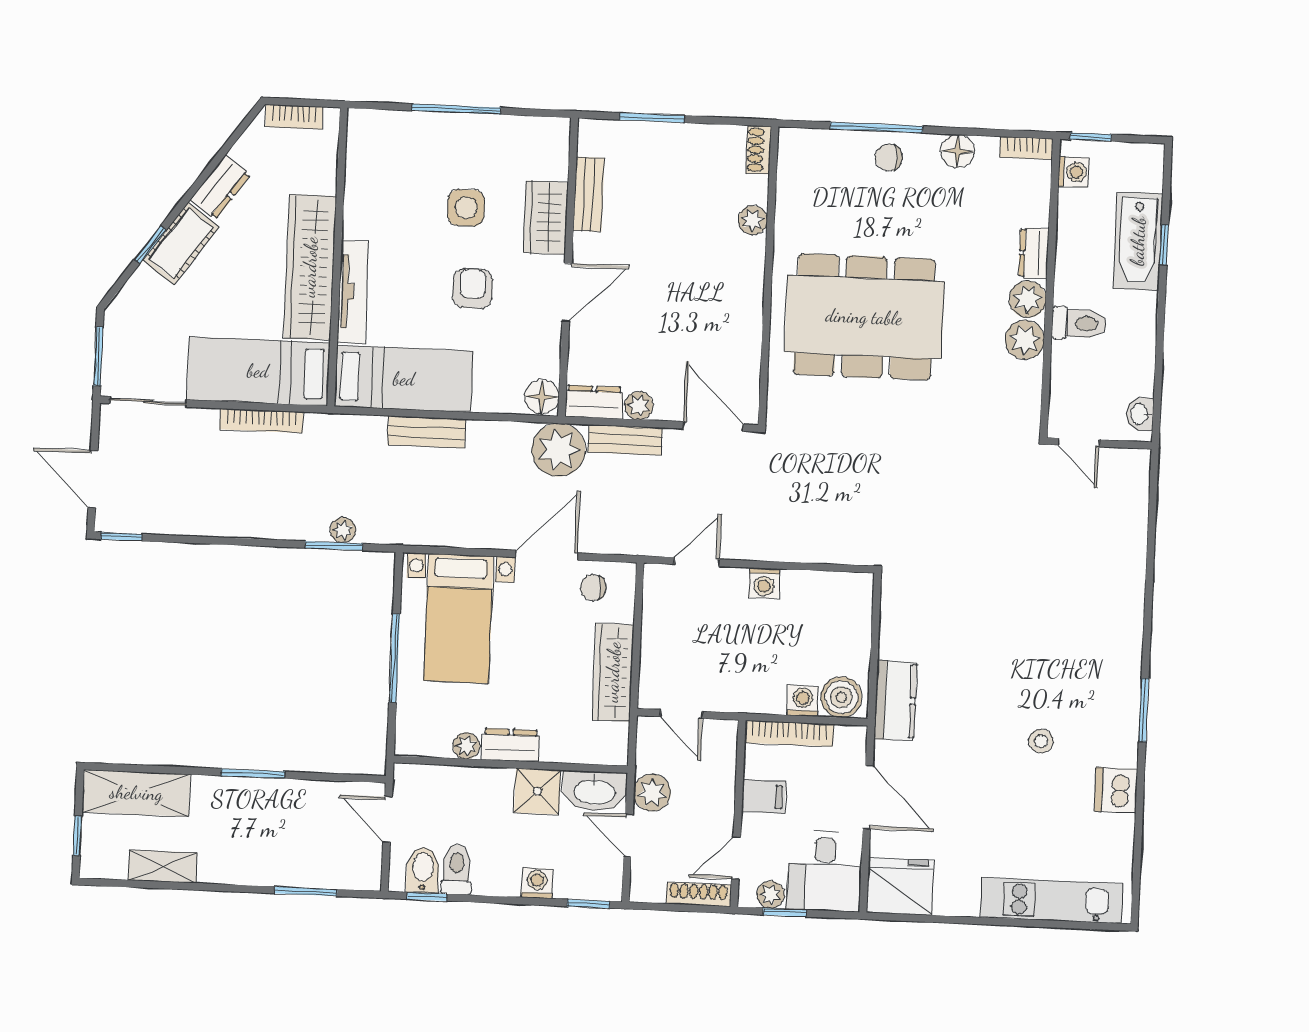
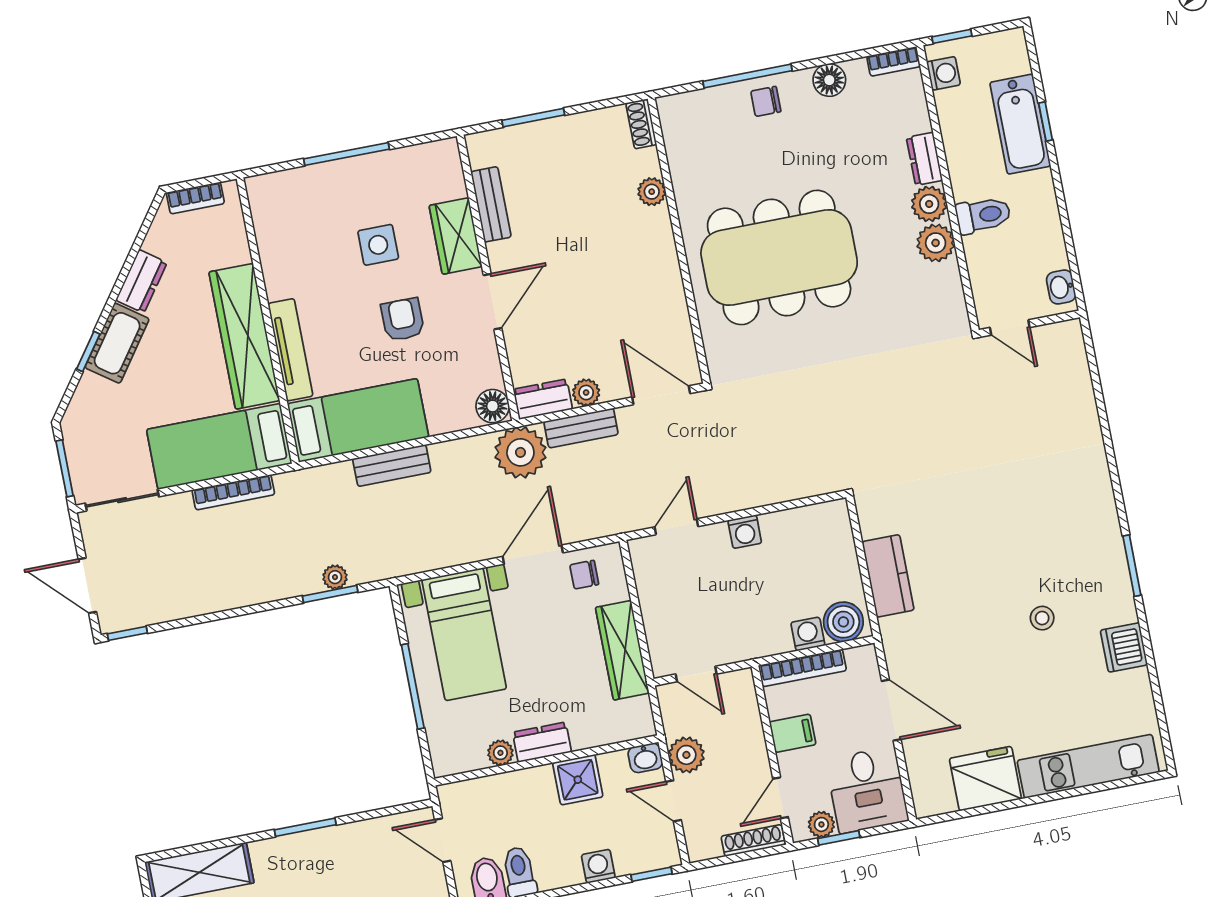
kitchen counter: (895, 700) -> (888, 576), moved
washbasin: (595, 791) -> (645, 758), width x0.52, depth x0.69
fridge: (900, 886) -> (985, 779), moved

